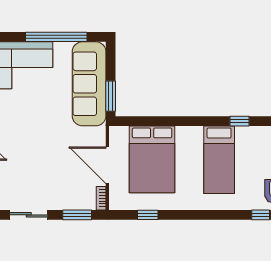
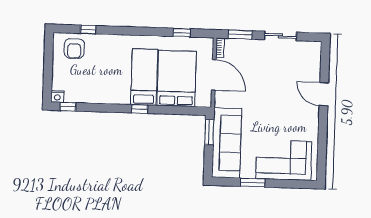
window: (56, 37) -> (253, 183), width x0.47
window: (240, 121) -> (140, 109), moved
bed: (219, 160) -> (144, 77), moved

